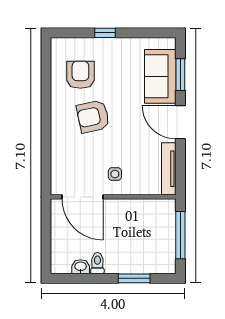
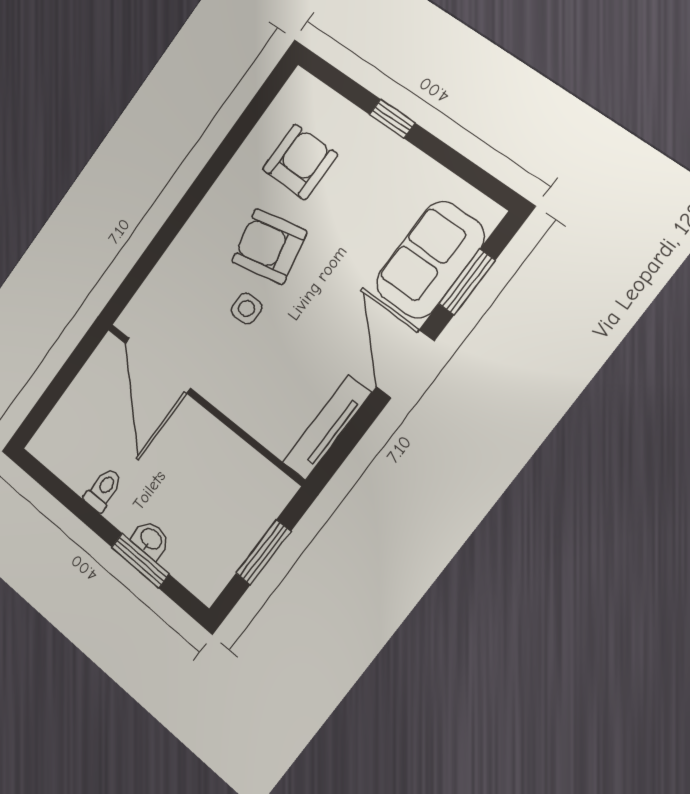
side table: (115, 174) -> (247, 308), moved
window: (180, 235) -> (263, 552), width x0.69
washbasin: (81, 267) -> (151, 540), moved

